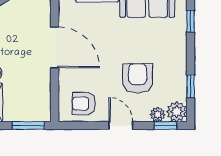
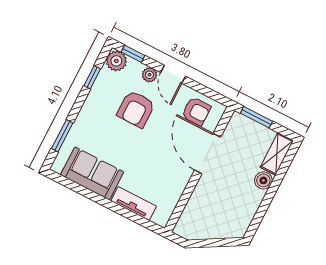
window: (191, 21) -> (62, 136), width x1.50
door: (55, 47) -> (208, 154), moved
plant: (158, 114) -> (149, 75), moved

